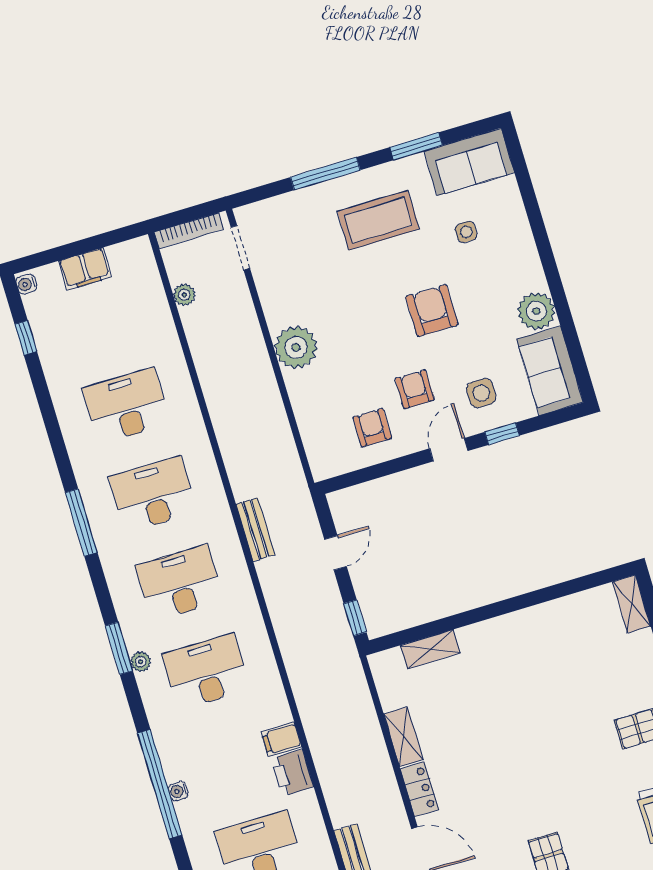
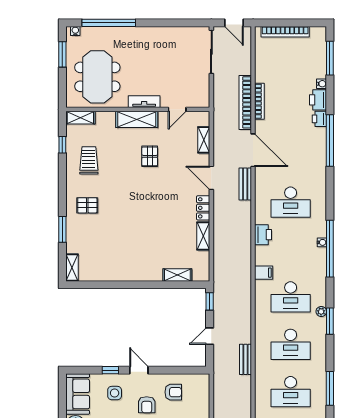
armchair: (372, 428) -> (173, 392), turned -90
door: (449, 450) -> (139, 370), swing flipped
filing cabinet: (281, 739) -> (264, 273), moved

